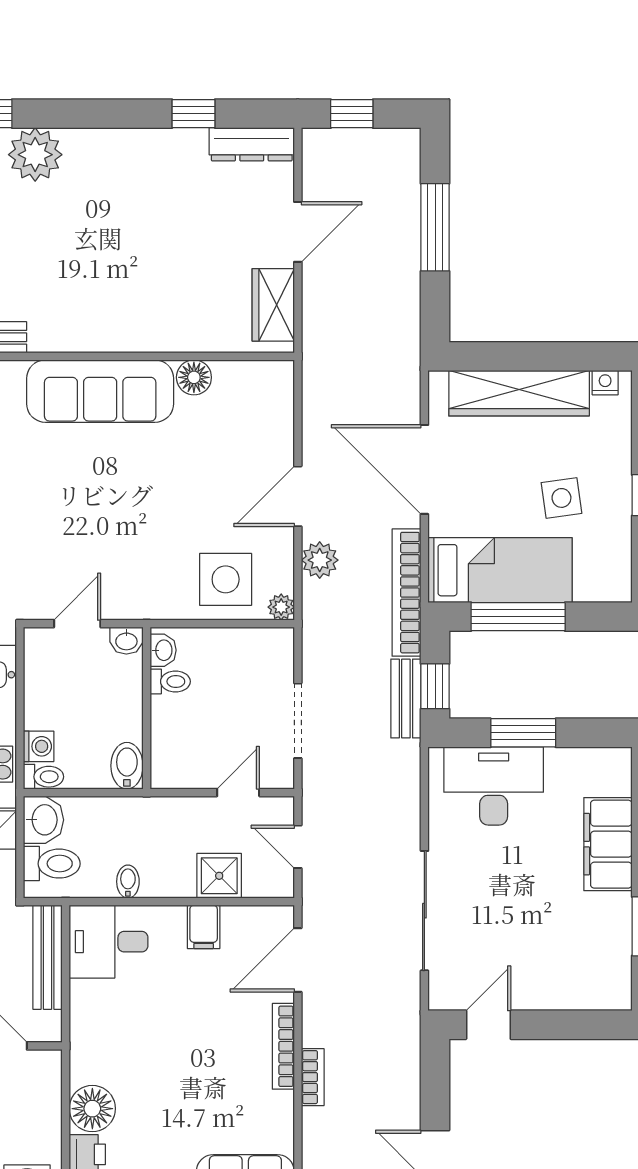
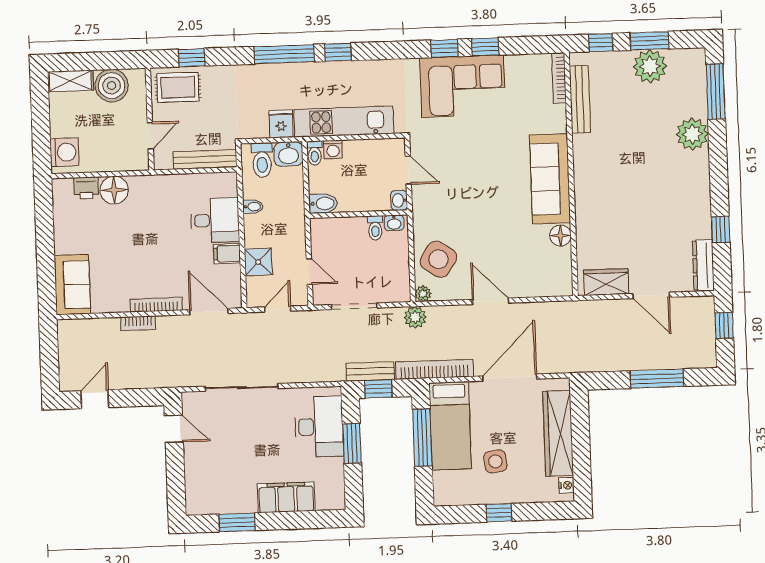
plant: (320, 560) -> (415, 317), moved
side table: (226, 579) -> (438, 259), turned 33
desk: (109, 942) -> (215, 220), moved, turned 90

